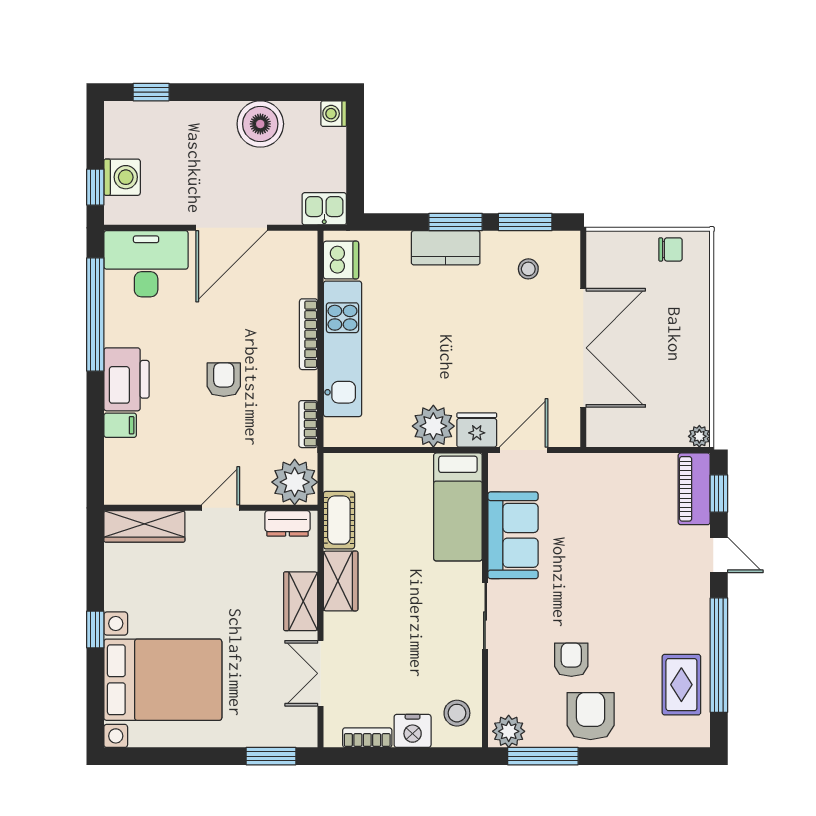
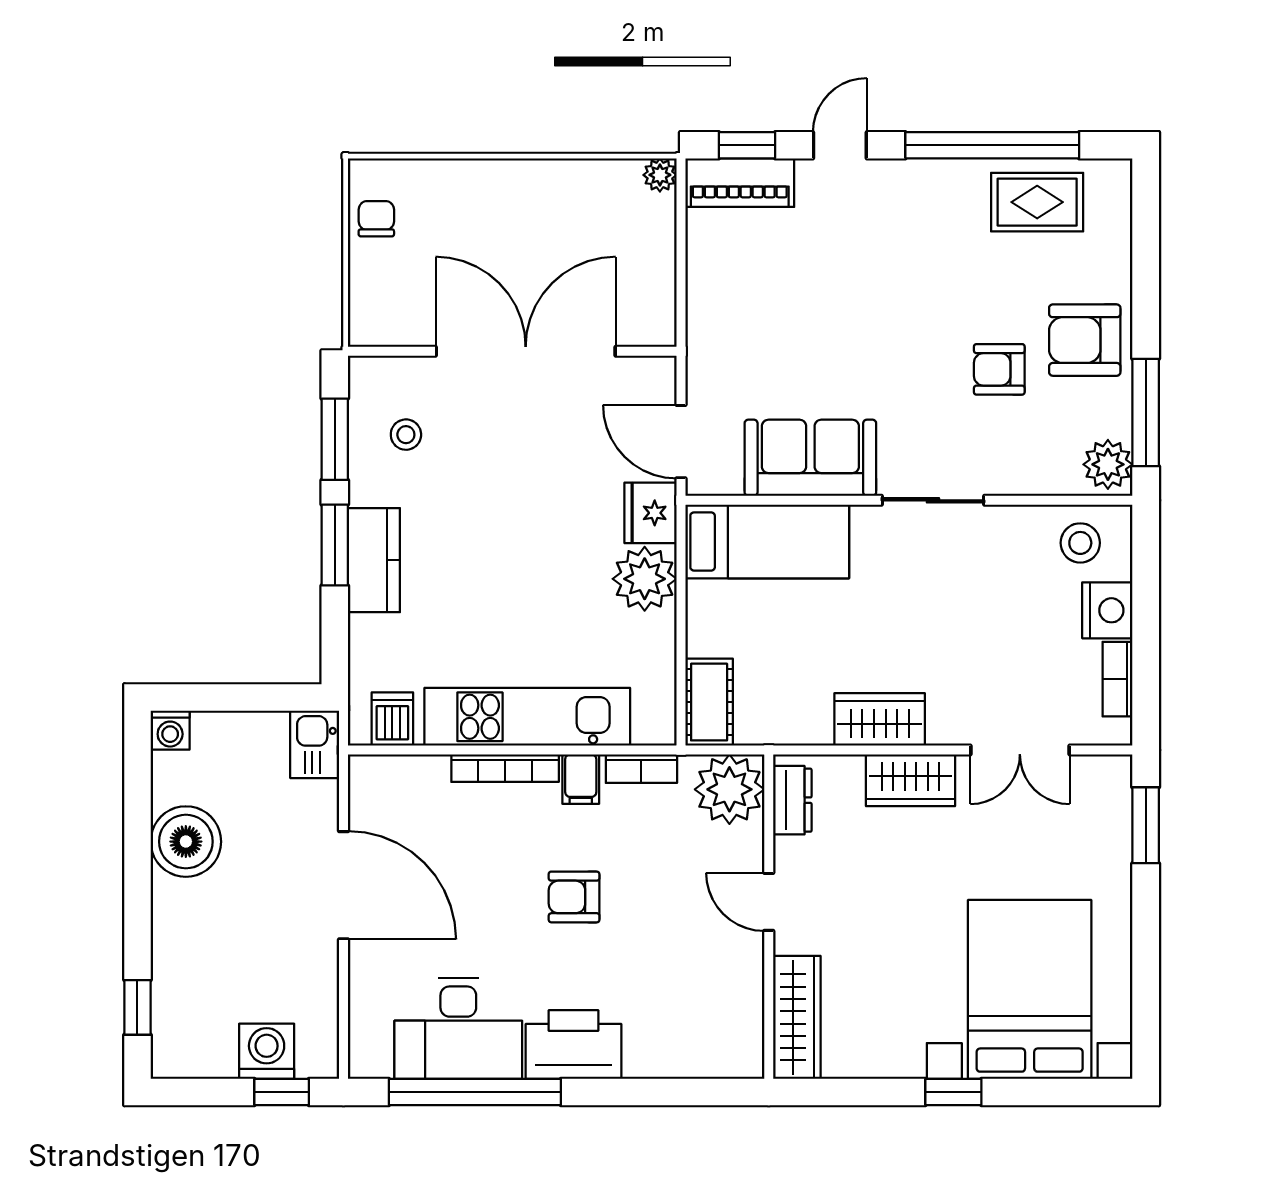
dishwasher: (341, 260) -> (392, 719), width x0.73
desk: (146, 264) -> (458, 1029), moved, turned -90
filing cabinet: (120, 425) -> (581, 779), moved, turned 180
cot: (339, 520) -> (709, 702), moved, turned 90

